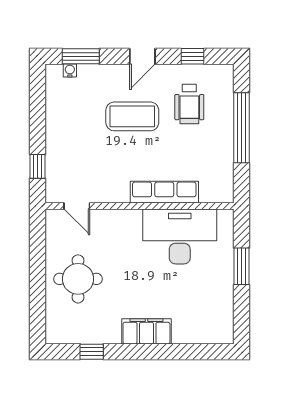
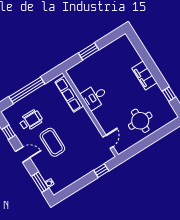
row of seats: (164, 192) -> (69, 94), moved
desk: (180, 236) -> (95, 97), width x0.53, depth x0.77

